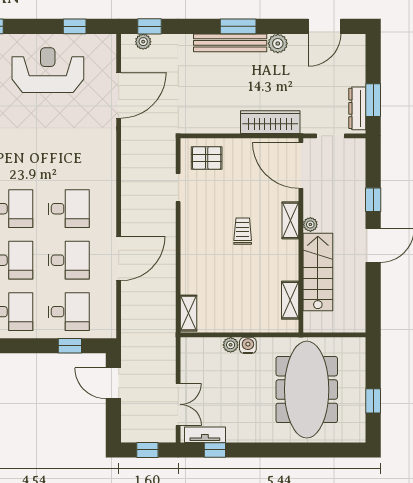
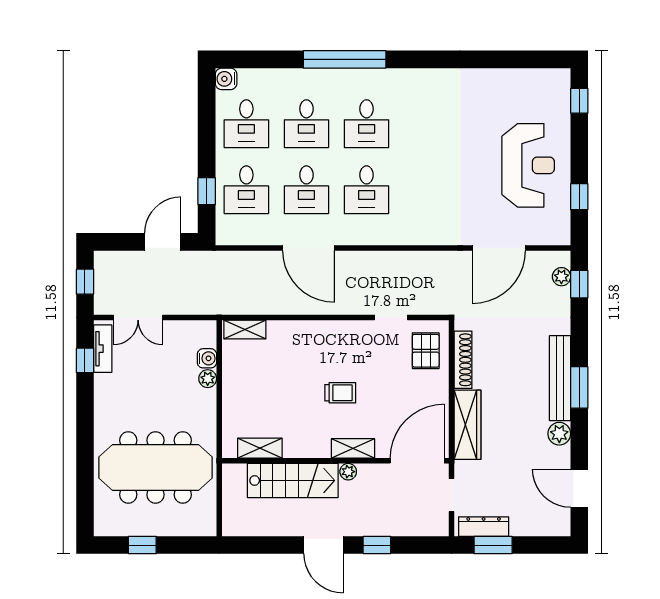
door: (119, 95) -> (499, 248), hinge flipped
shoe rack: (214, 126) -> (463, 360), added
water cooler: (248, 345) -> (207, 358), moved

